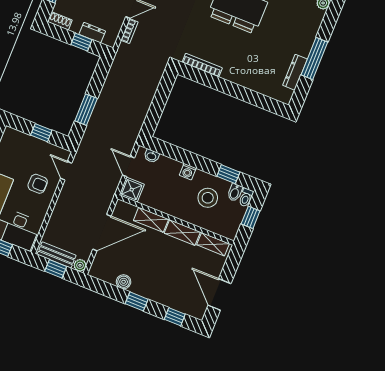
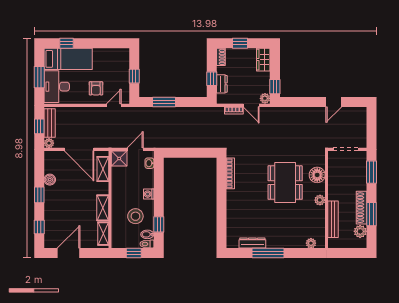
shelving: (151, 220) -> (103, 169), moved

